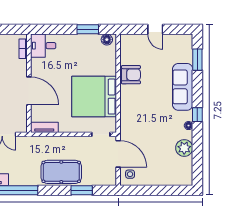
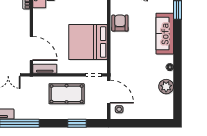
armchair: (131, 75) -> (120, 23), turned -90
door: (29, 91) -> (31, 49), moved
window: (197, 115) -> (178, 58), removed
pool table: (61, 172) -> (67, 94), moved

